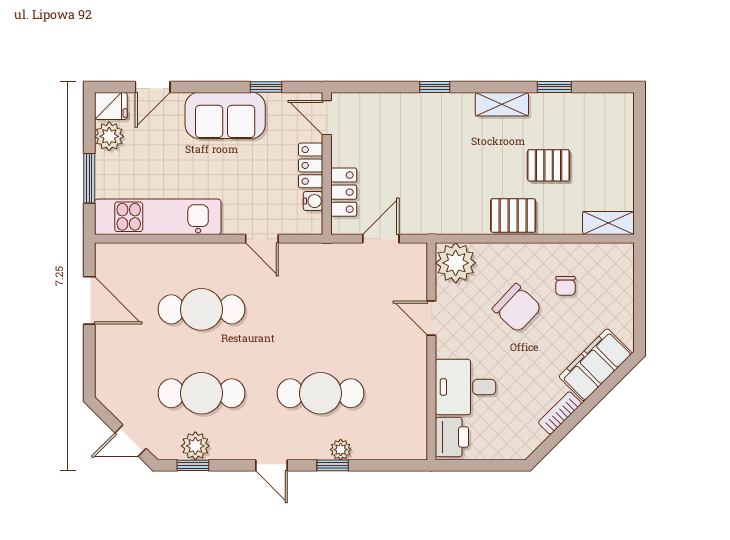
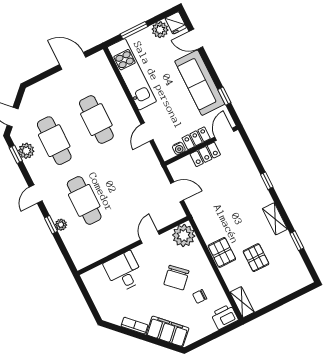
sofa: (225, 115) -> (200, 83), width x1.36
locker: (344, 192) -> (205, 154), moved
door: (89, 300) -> (73, 61), swing flipped
printer: (452, 437) -> (225, 317), moved, turned 180

